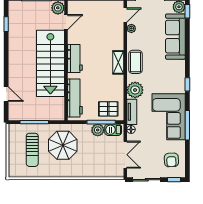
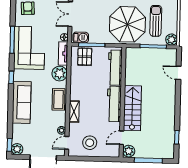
stool: (100, 16) -> (90, 143), added
sofa: (175, 37) -> (22, 102), moved
workbench: (75, 59) -> (114, 104), width x1.38
shelving: (118, 62) -> (74, 111), moved
stairs: (50, 63) -> (132, 108), width x0.73, depth x0.66
pallet: (108, 109) -> (85, 57), turned 90
plant: (98, 130) -> (172, 40), moved
parasol: (63, 145) -> (127, 24), width x1.36, depth x1.36

